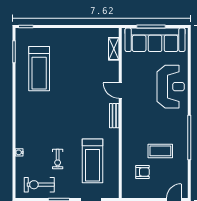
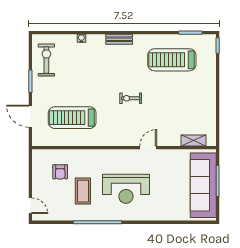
reception desk: (171, 87) -> (126, 189), moved
bench: (114, 116) -> (119, 39), moved
exercise bike: (58, 159) -> (131, 98), moved

